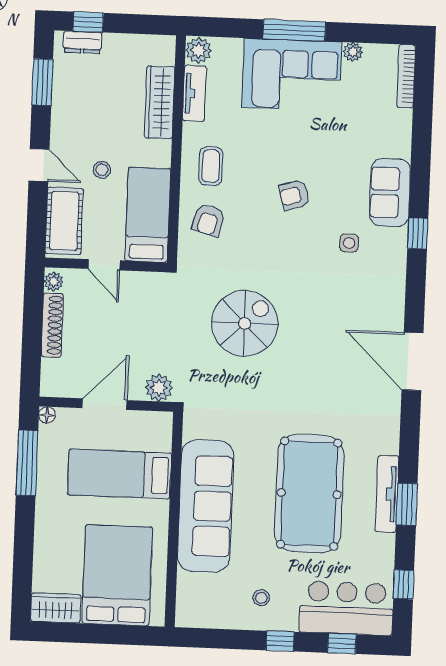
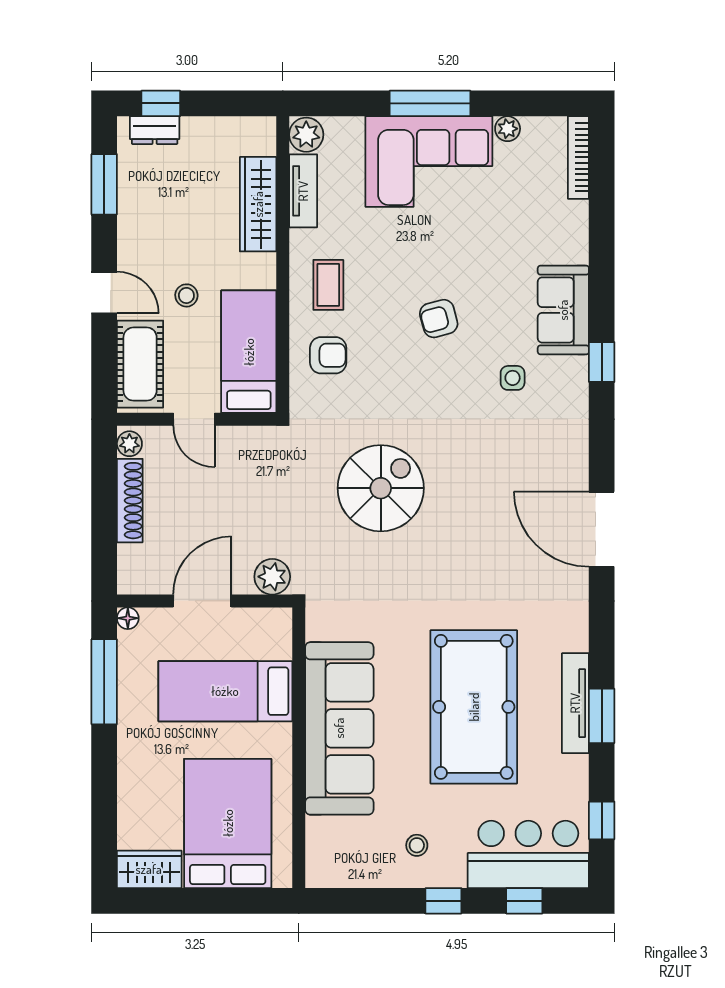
armchair: (208, 220) -> (328, 355), turned -105

